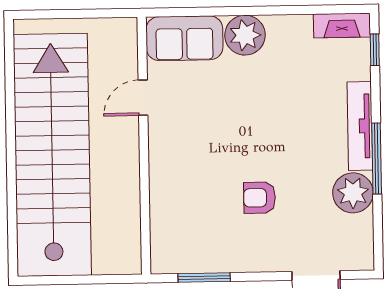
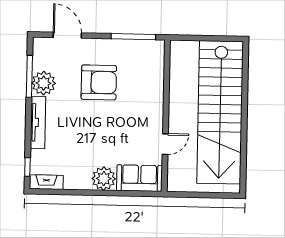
window: (377, 158) -> (29, 76), moved
armchair: (259, 198) -> (99, 82), width x1.88, depth x1.88
window: (204, 277) -> (133, 37), width x1.44

